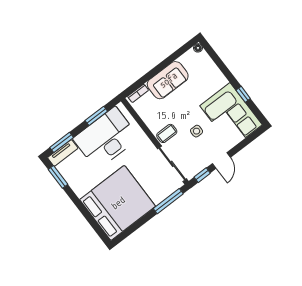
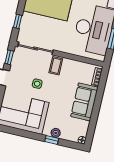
plant: (216, 74) -> (56, 133), added
window: (243, 94) -> (52, 140), moved
window: (168, 201) -> (18, 21), width x0.46

